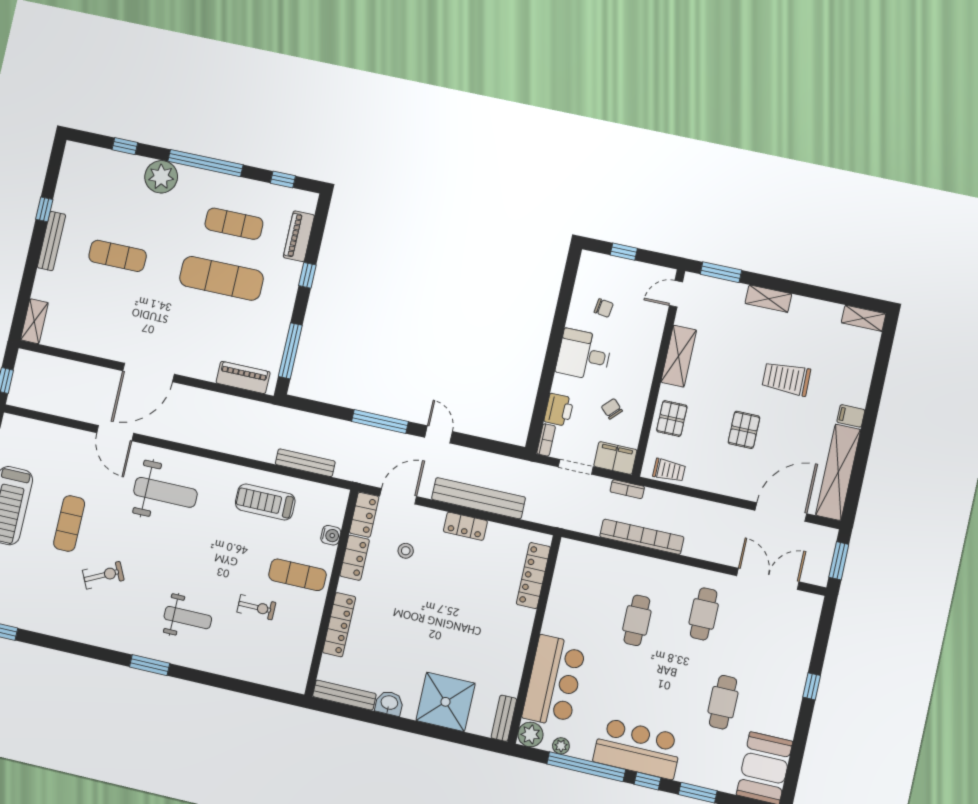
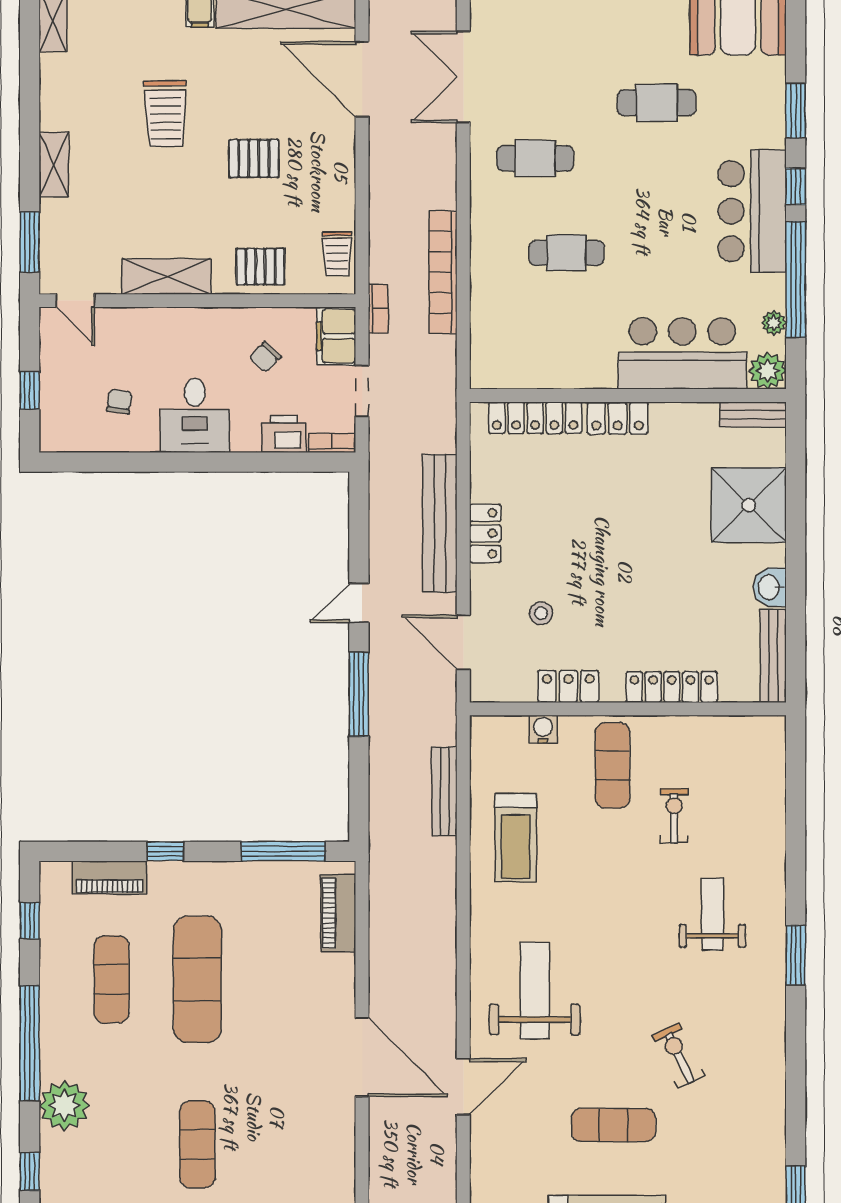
trolley: (669, 470) -> (337, 254), turned 180
locker: (364, 515) -> (618, 418), moved, turned 180

